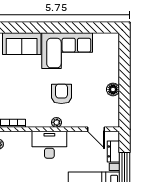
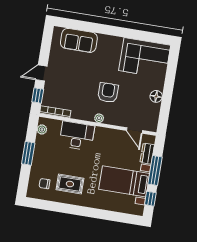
corner sofa: (67, 51) -> (145, 58), moved
desk: (49, 145) -> (77, 136), moved

